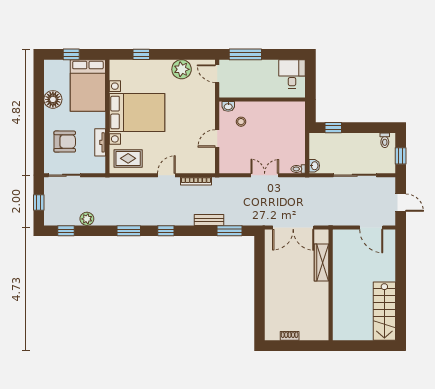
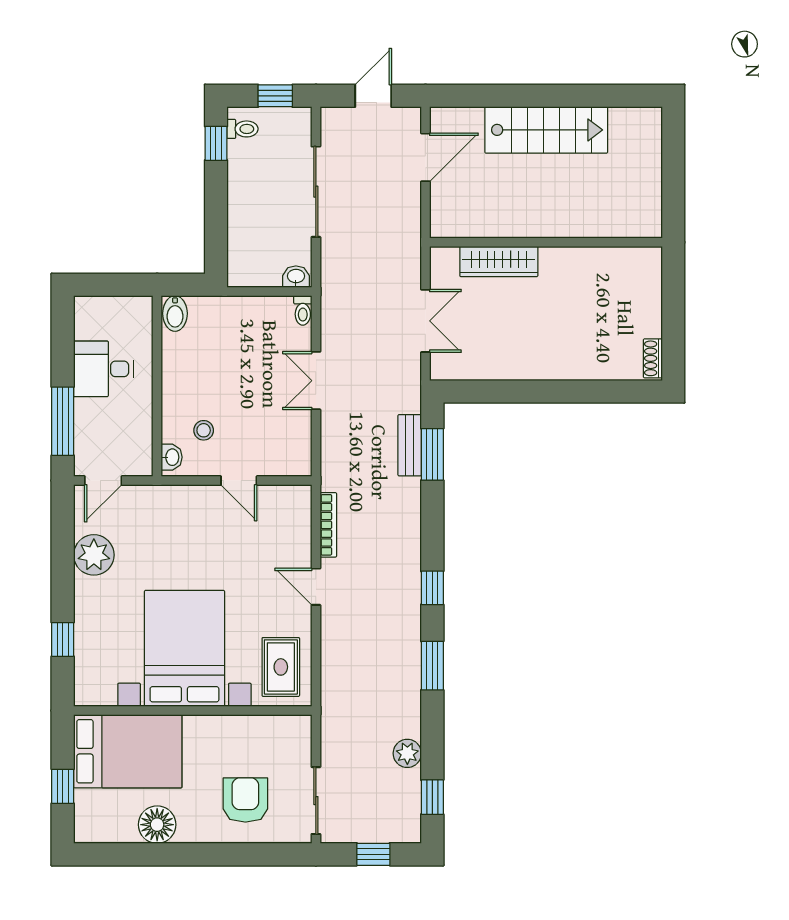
desk: (292, 74) -> (103, 369), moved
bidet: (297, 108) -> (175, 313), added
window: (333, 128) -> (216, 143), moved
tv unit: (100, 142) -> (247, 726), removed
bench: (209, 220) -> (410, 445), moved
double door: (293, 227) -> (425, 321), width x0.73
stairs: (384, 311) -> (546, 130), moved
shoe rack: (290, 336) -> (653, 358), moved

